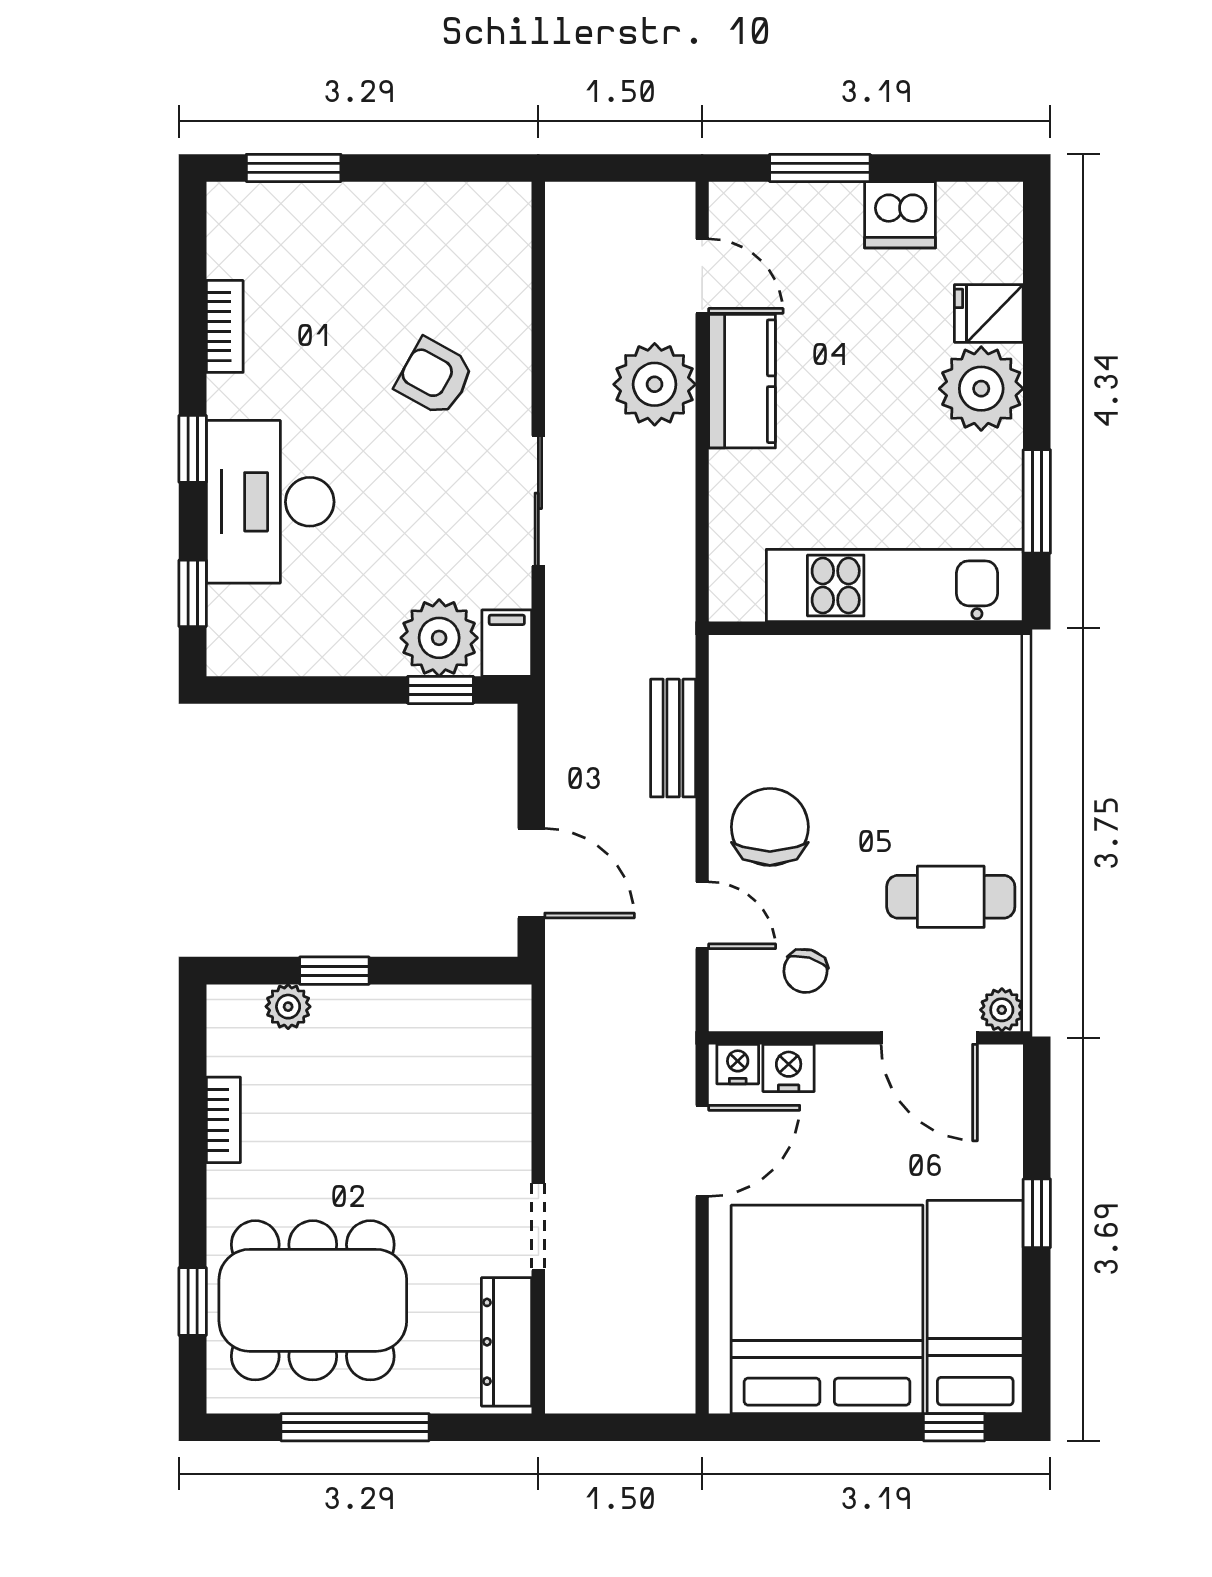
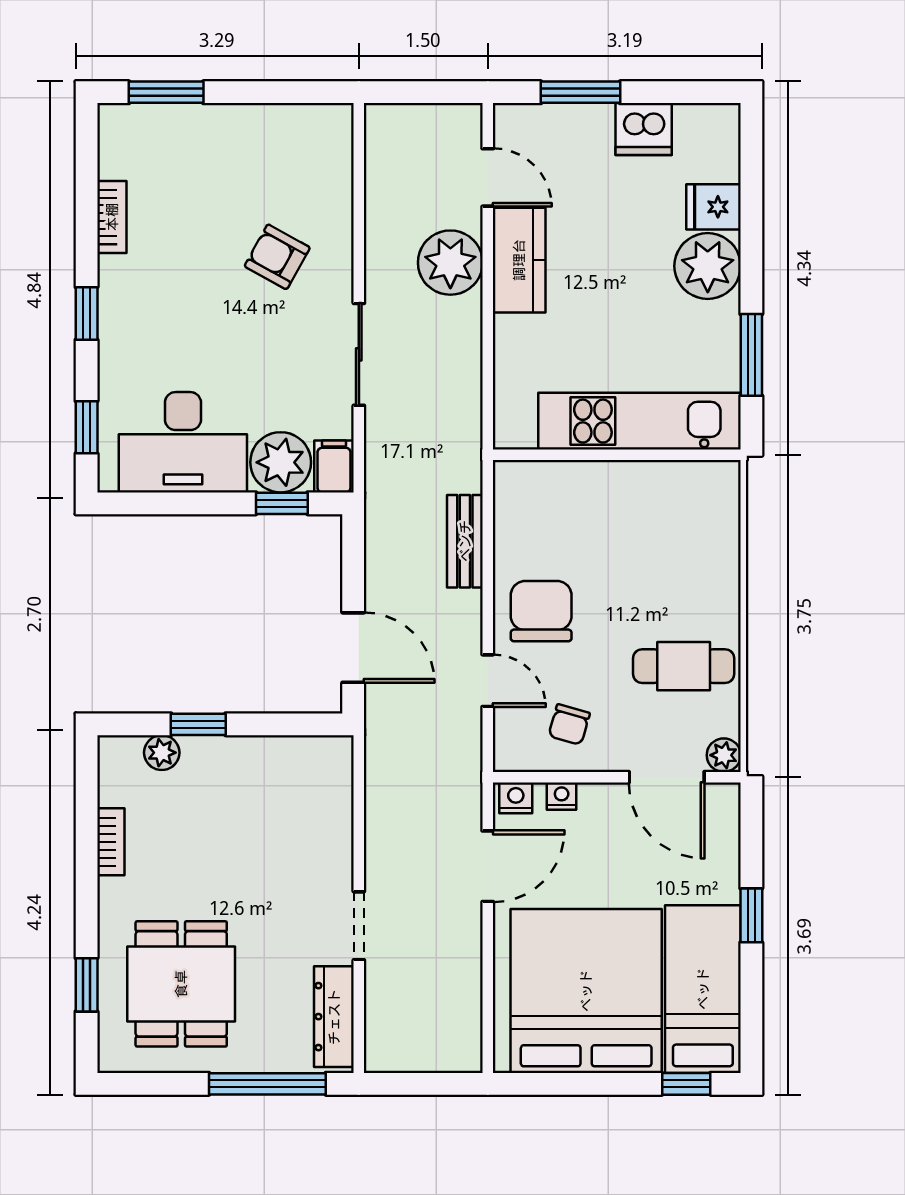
desk: (270, 502) -> (183, 442), moved, turned -90
nightstand: (789, 1068) -> (562, 796), width x0.72, depth x0.74
dining table: (313, 1300) -> (181, 984), width x0.73
window: (355, 1427) -> (267, 1084), moved

